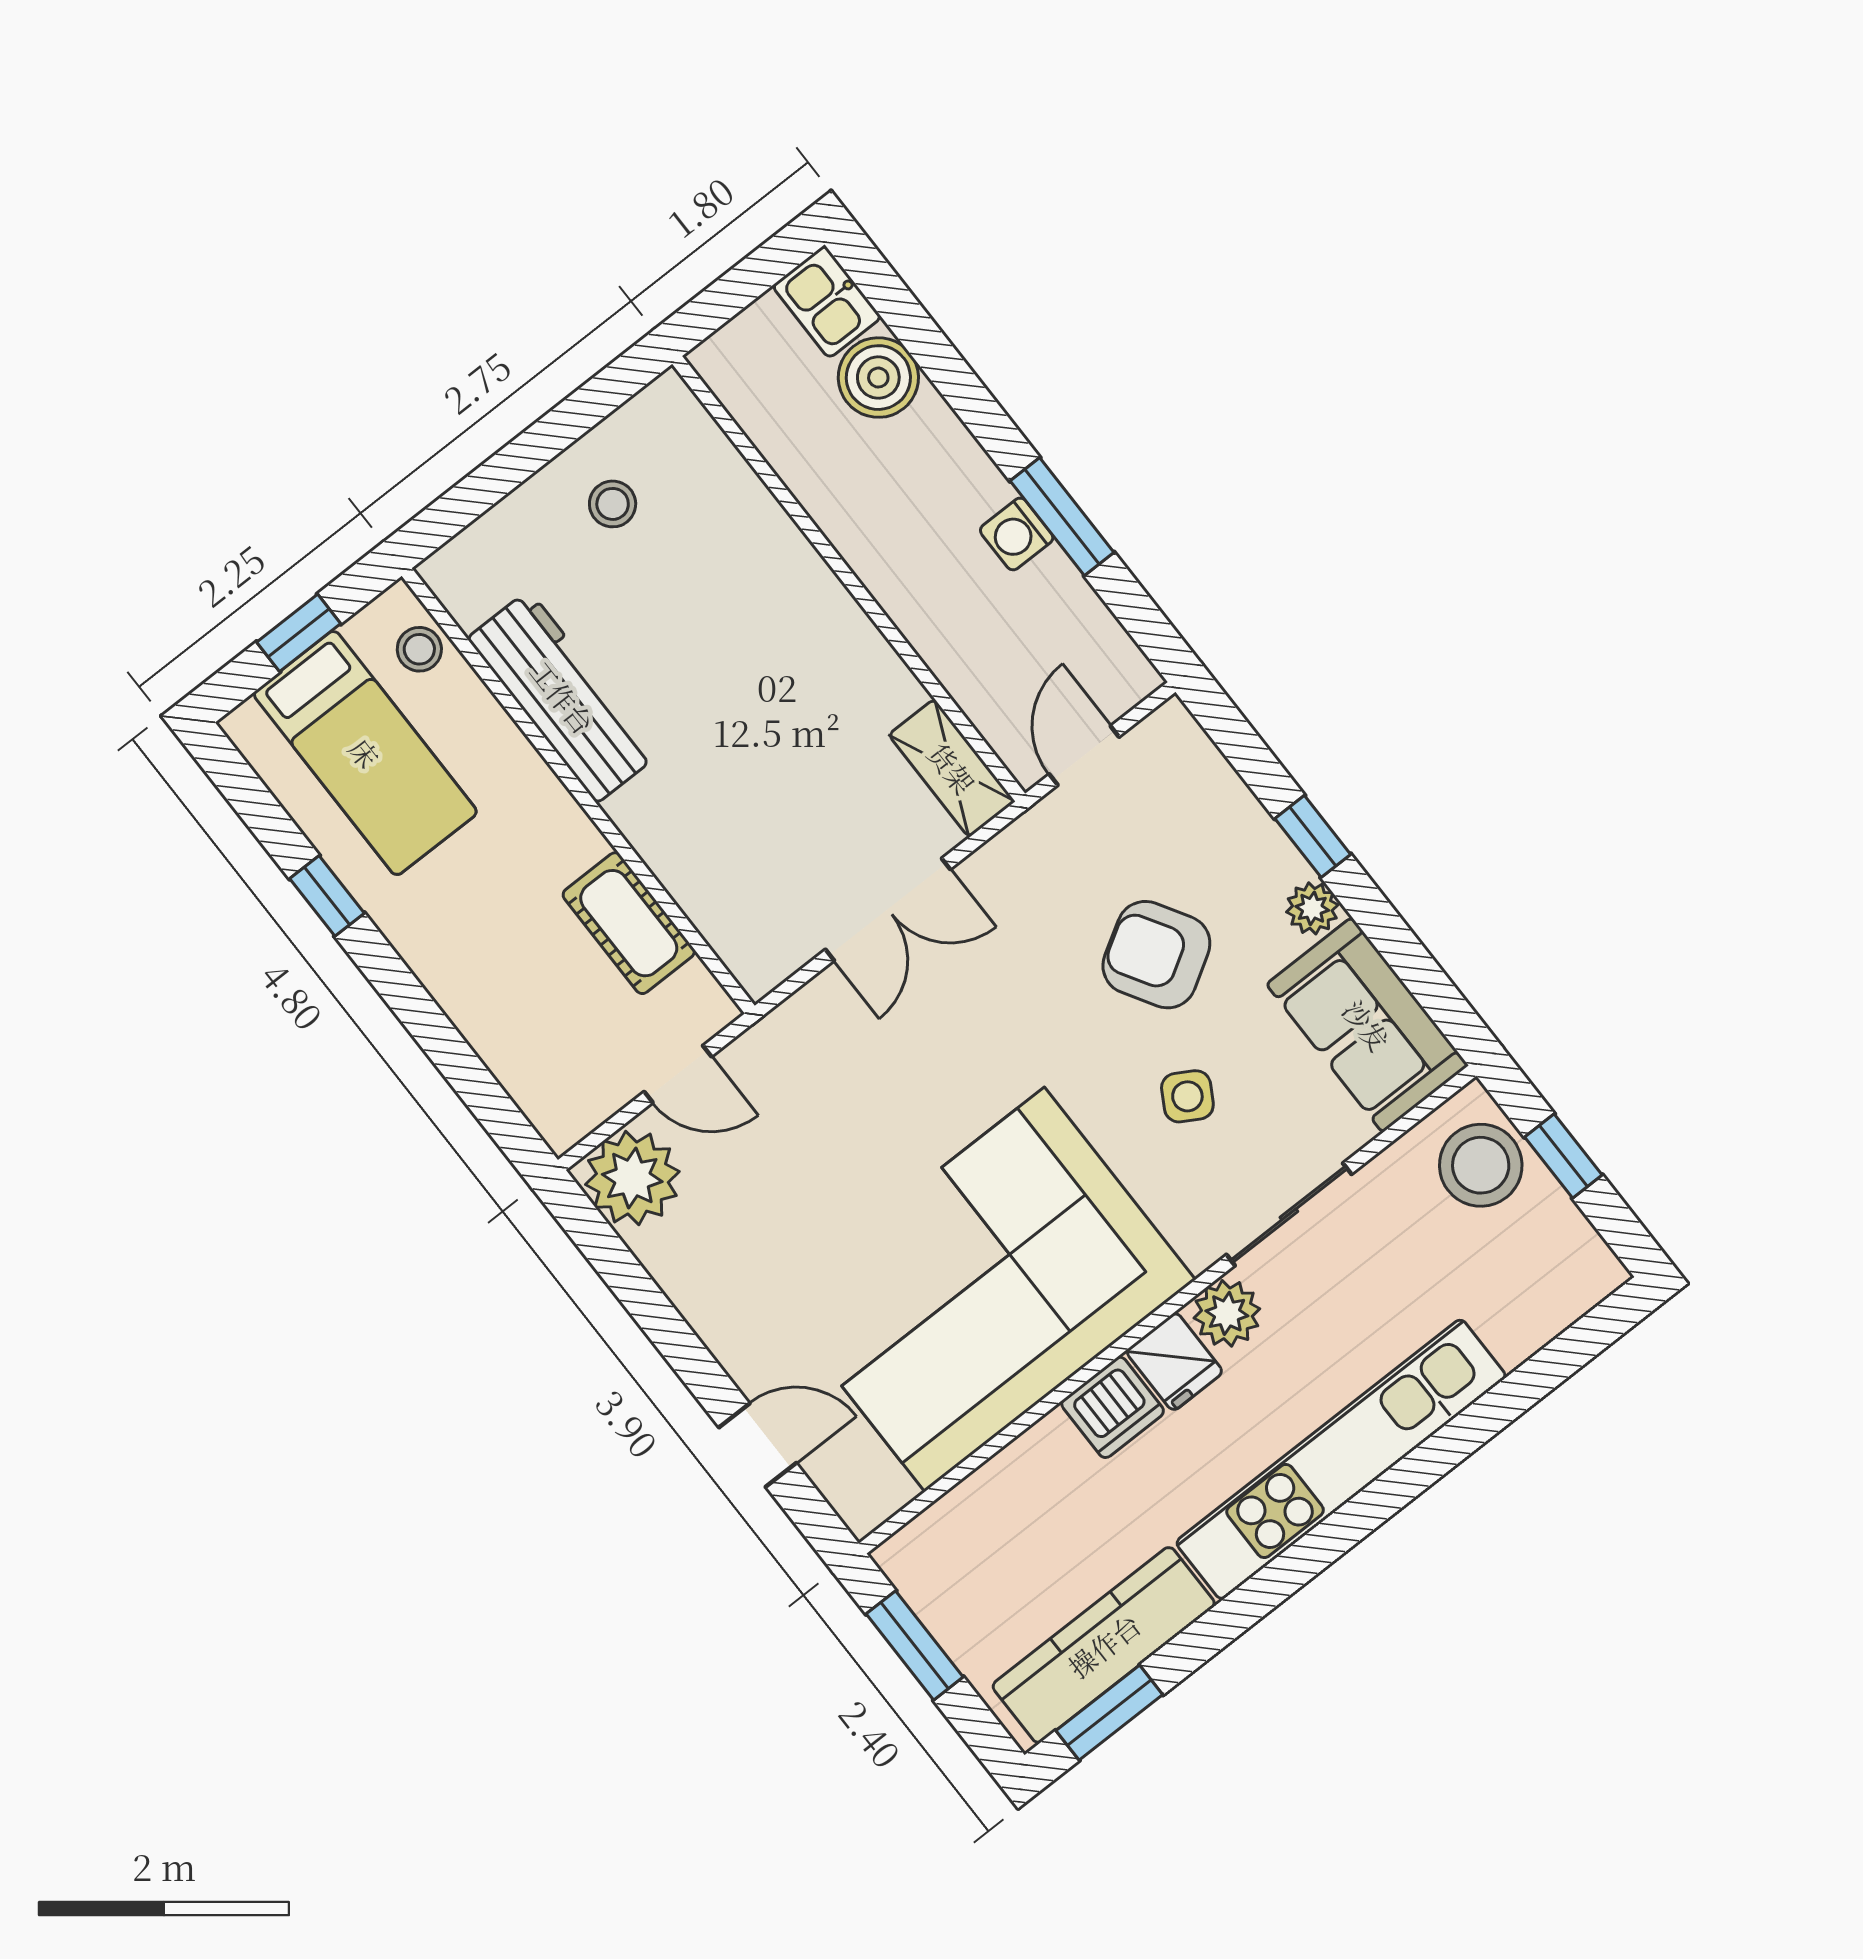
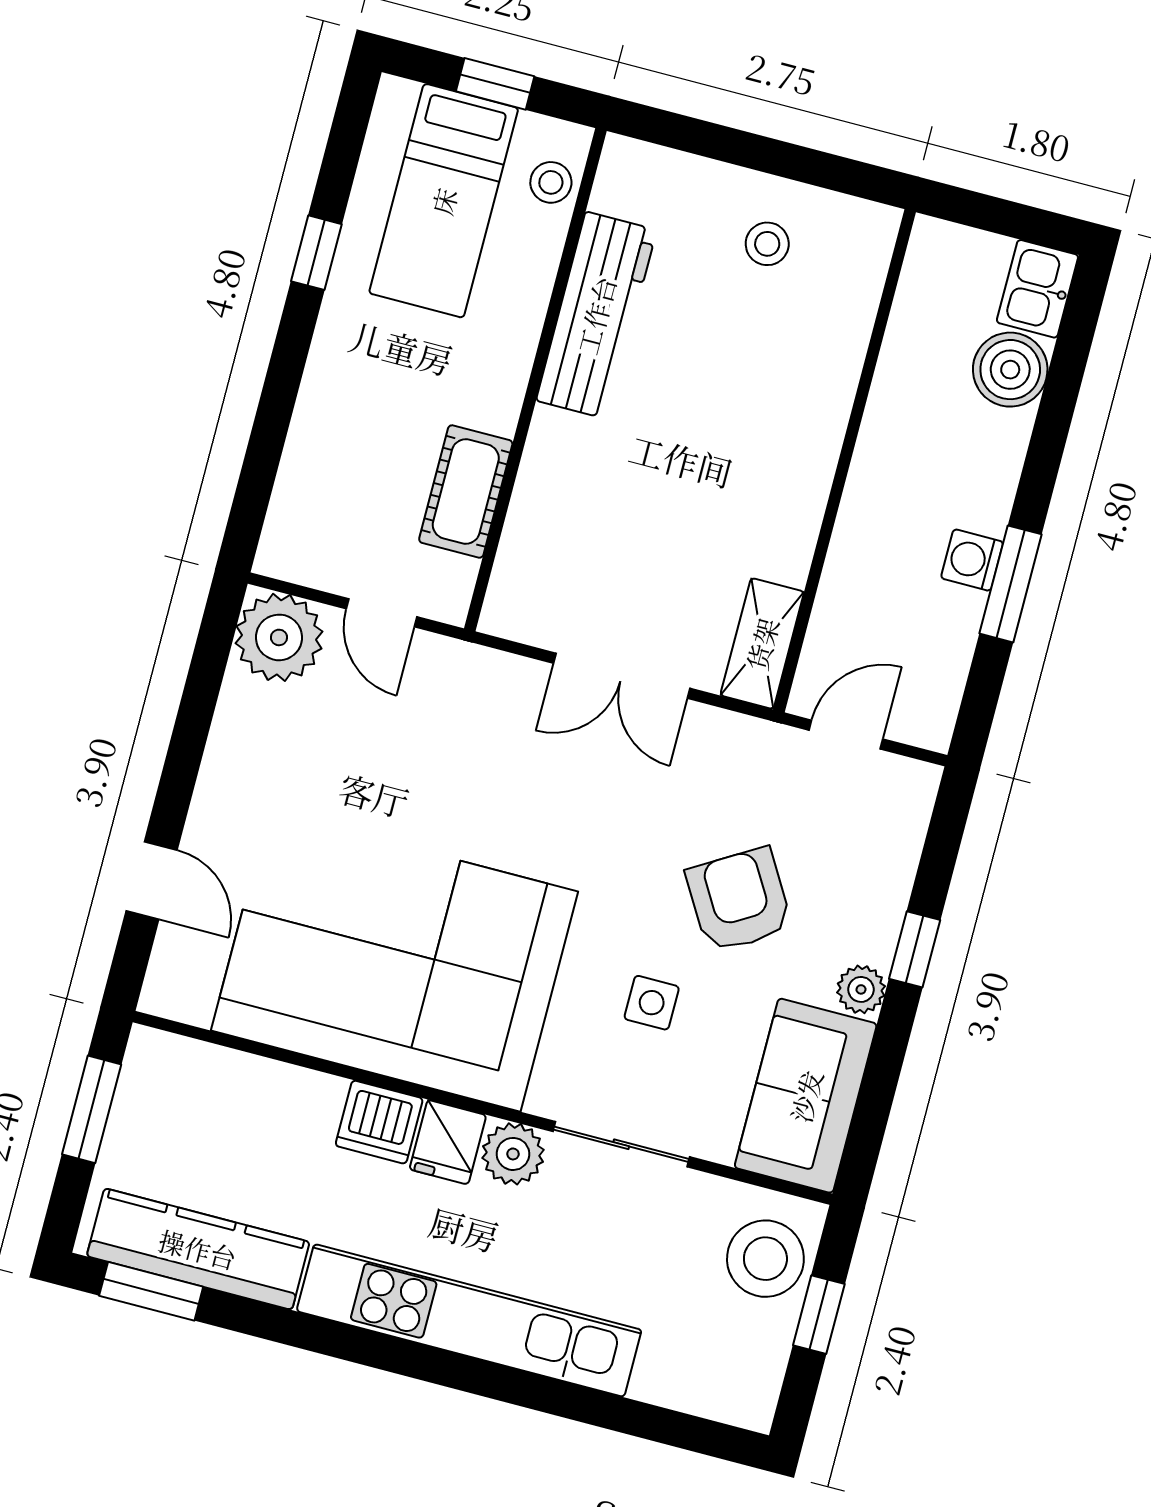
side table: (1187, 1096) -> (652, 1003), turned -30

